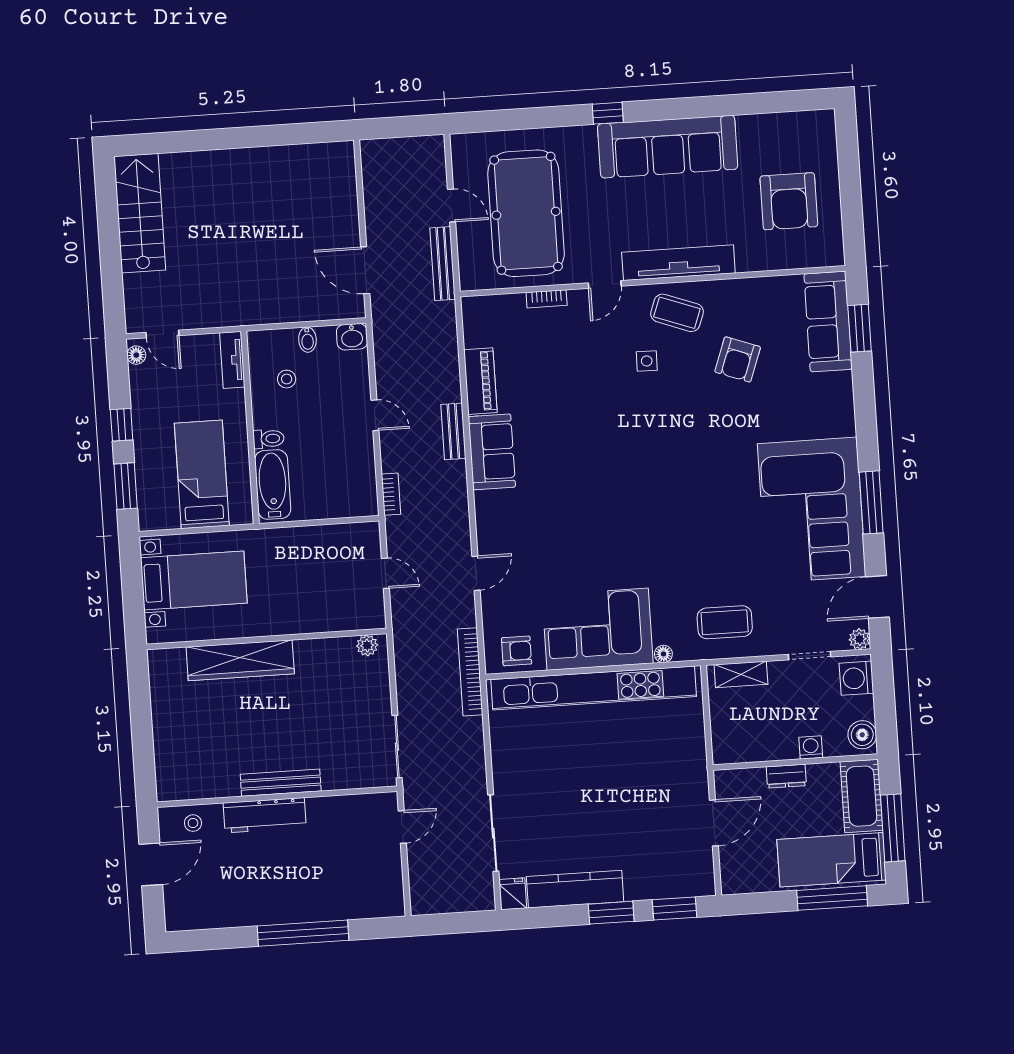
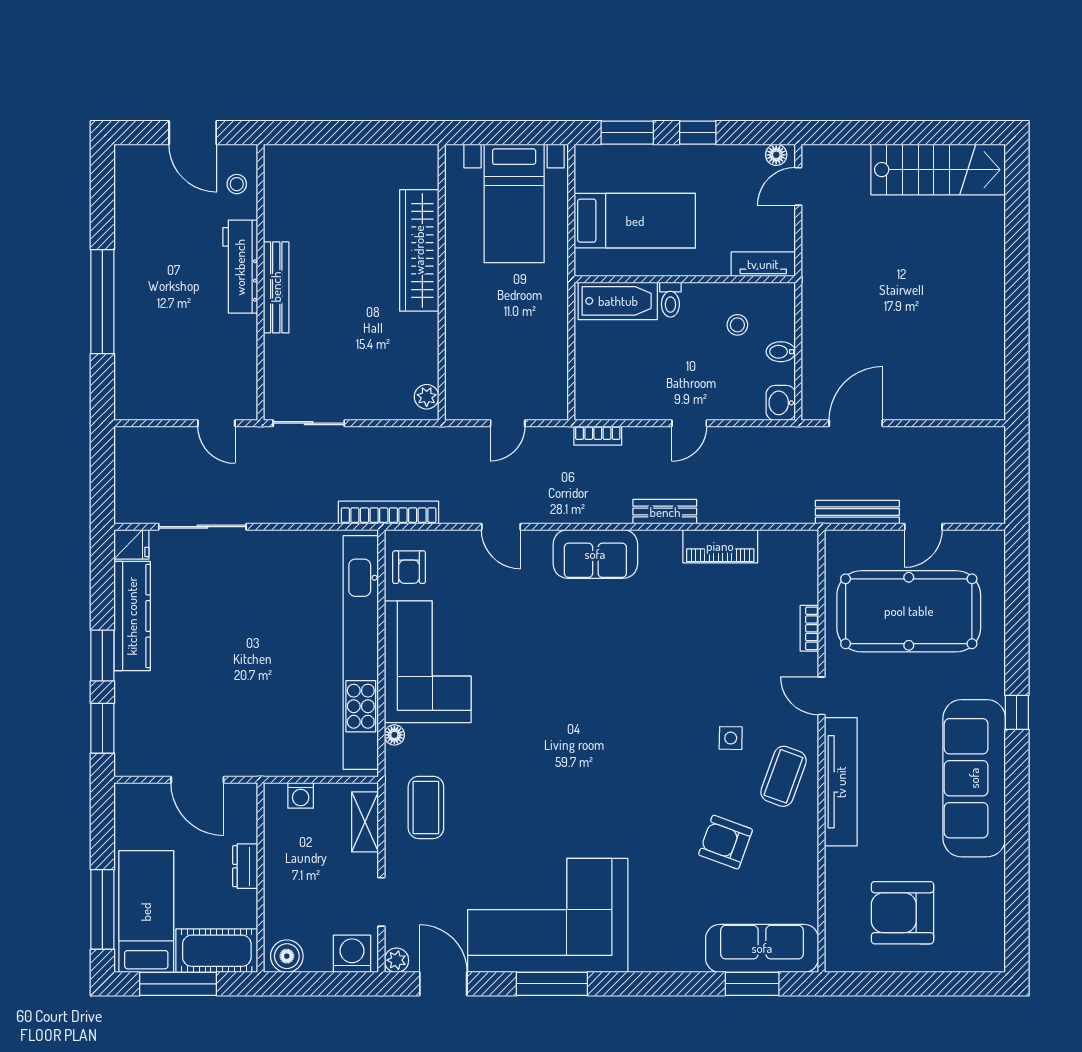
sofa: (492, 452) -> (595, 554), moved
washing machine: (811, 747) -> (301, 795), moved, turned 90

